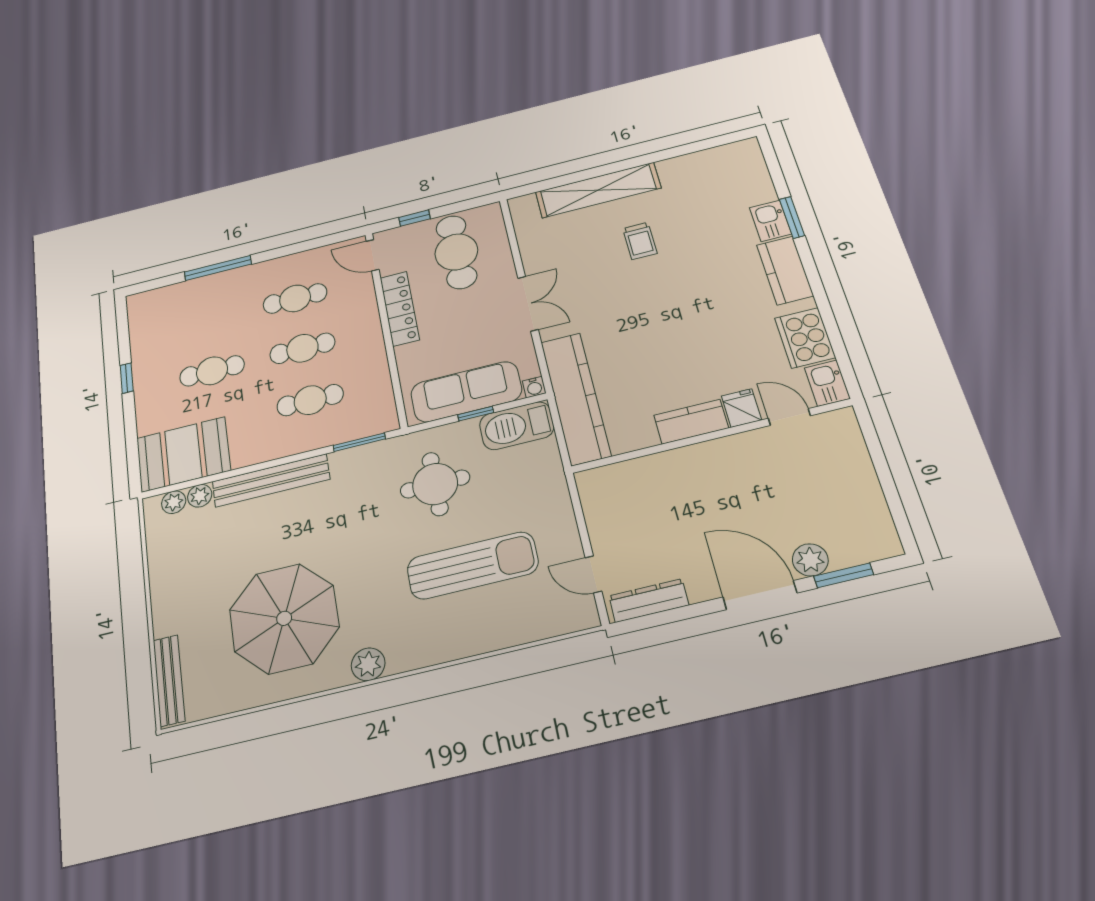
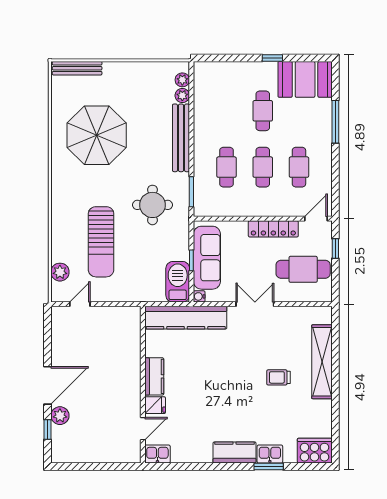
double door: (528, 304) -> (255, 304), swing flipped
cooker: (805, 338) -> (314, 451), moved
booth: (183, 454) -> (305, 79), moved, turned 90
round table: (435, 484) -> (152, 205), moved
window: (844, 575) -> (48, 429), width x0.67
dresser: (649, 601) -> (59, 329), removed
plant: (368, 664) -> (60, 272), moved

